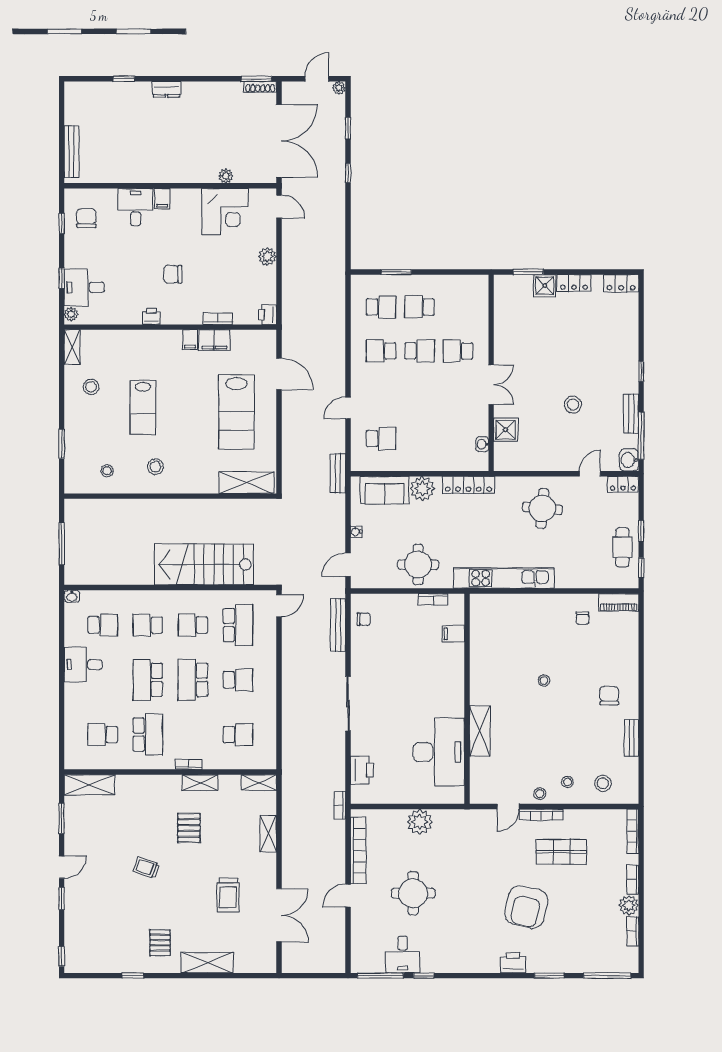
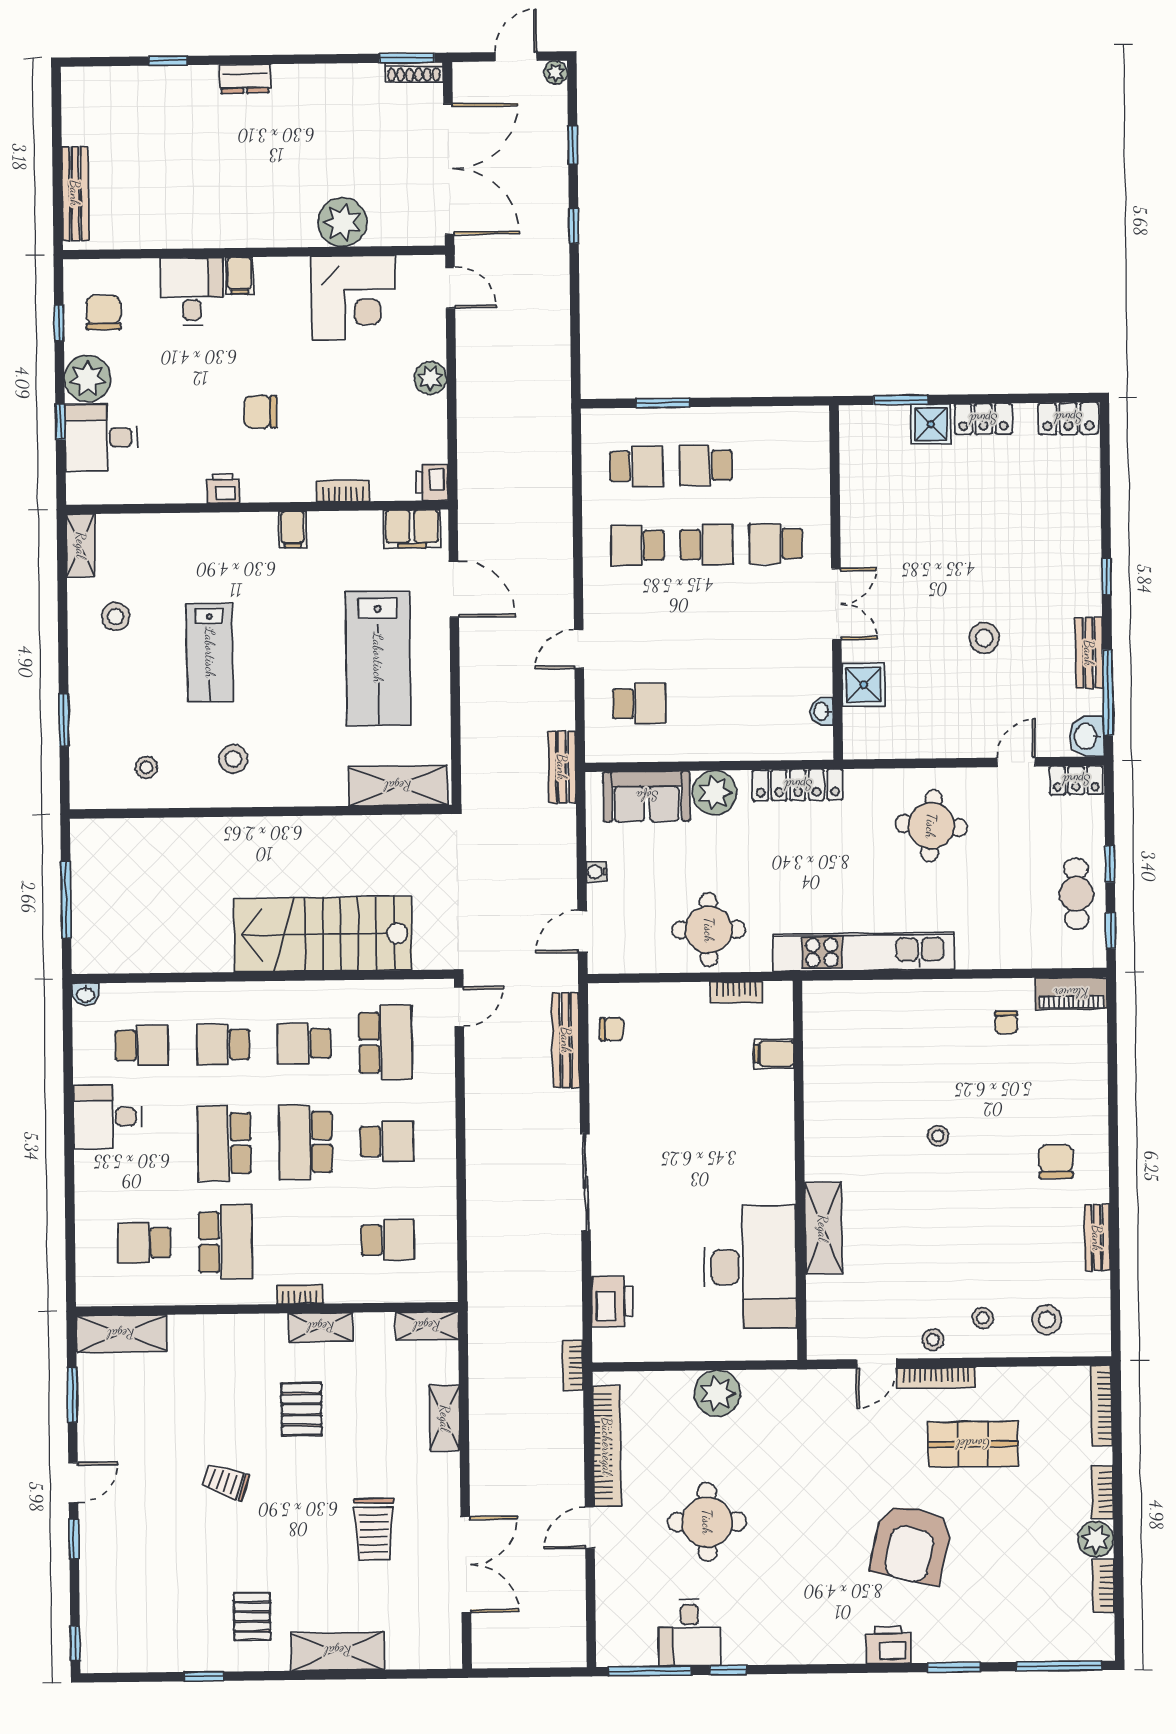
plant: (226, 176) -> (342, 222), width x1.87, depth x1.87
plant: (71, 314) -> (88, 379), moved, width x1.88, depth x1.88
filing cabinet: (215, 340) -> (412, 529), moved

